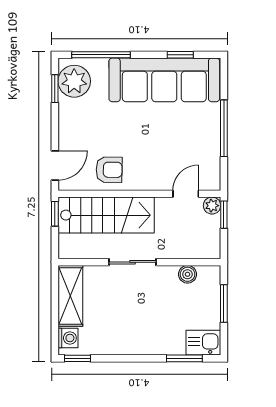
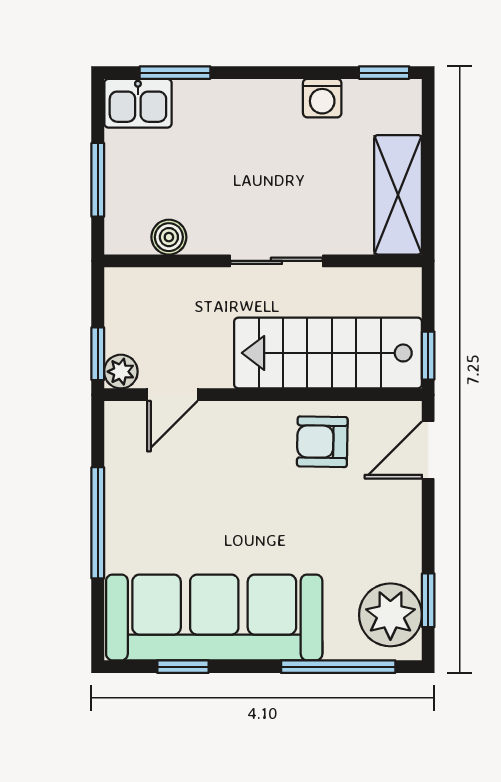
washing machine: (68, 338) -> (322, 98), moved, turned -90

